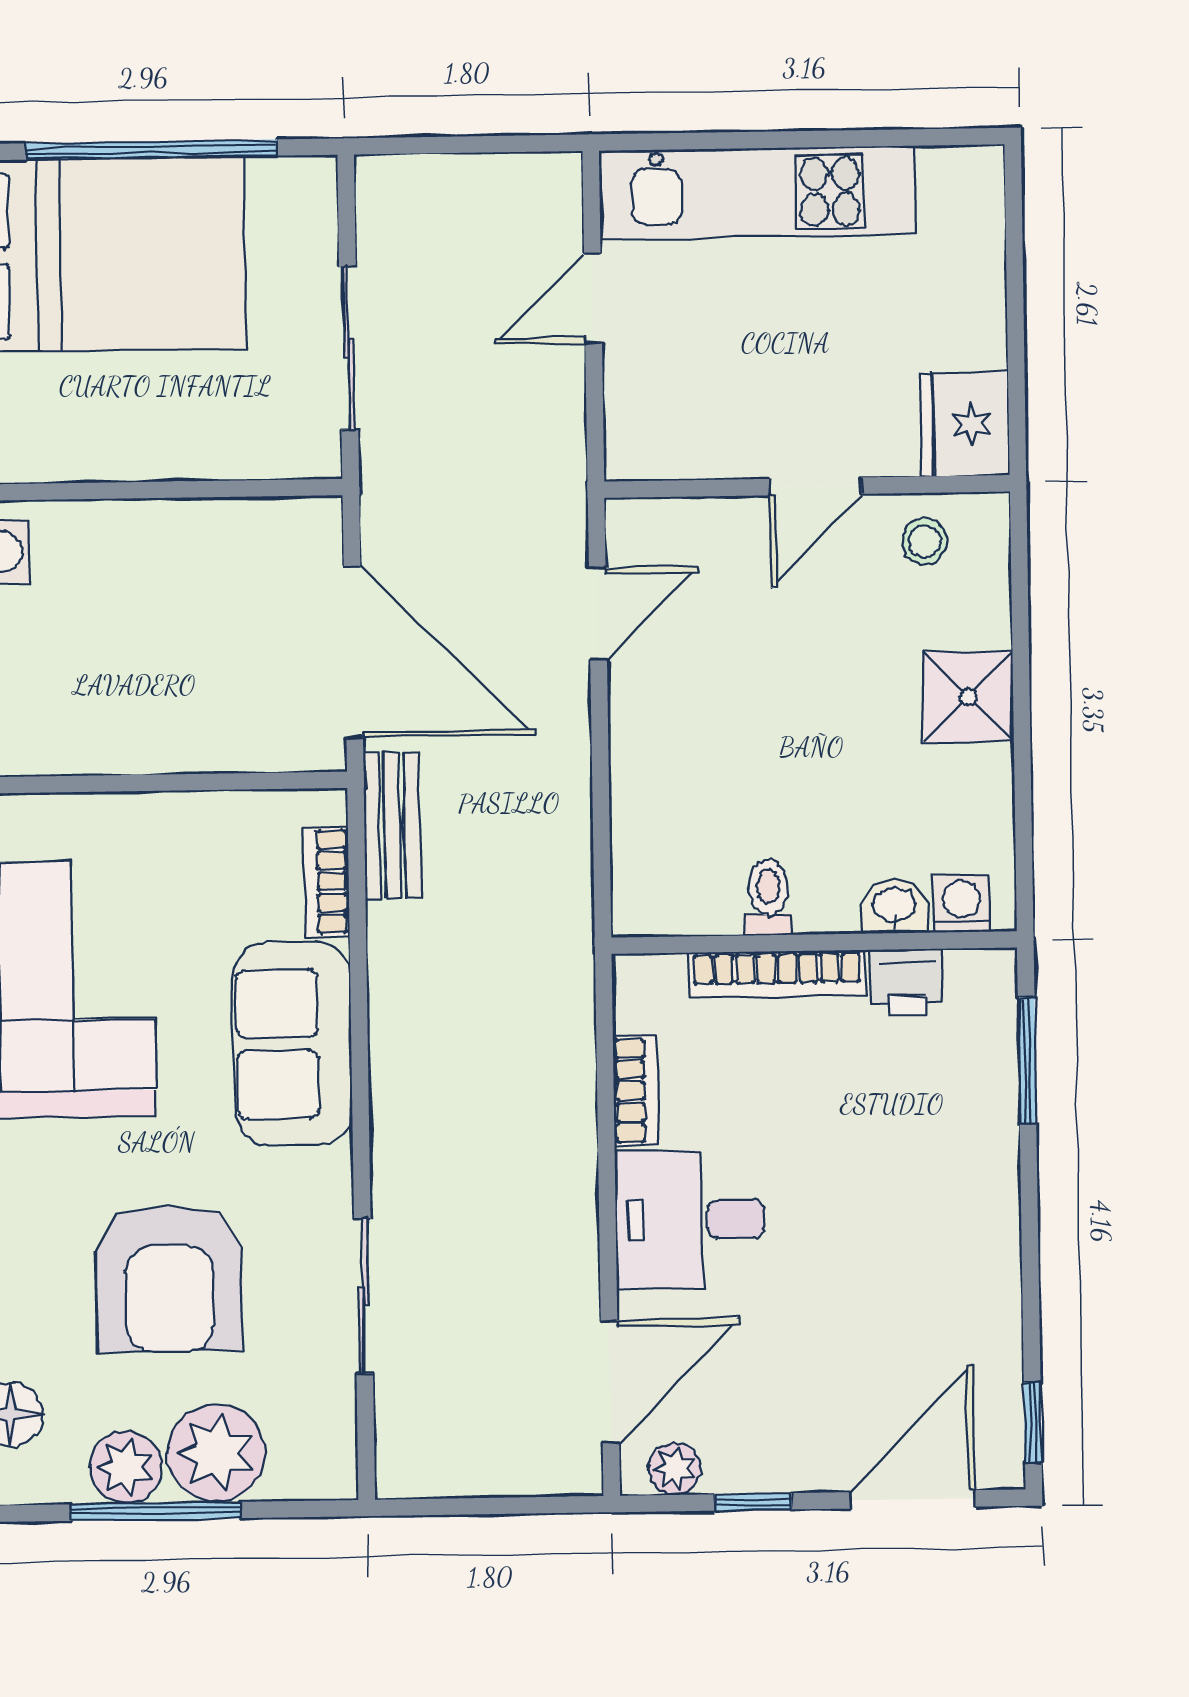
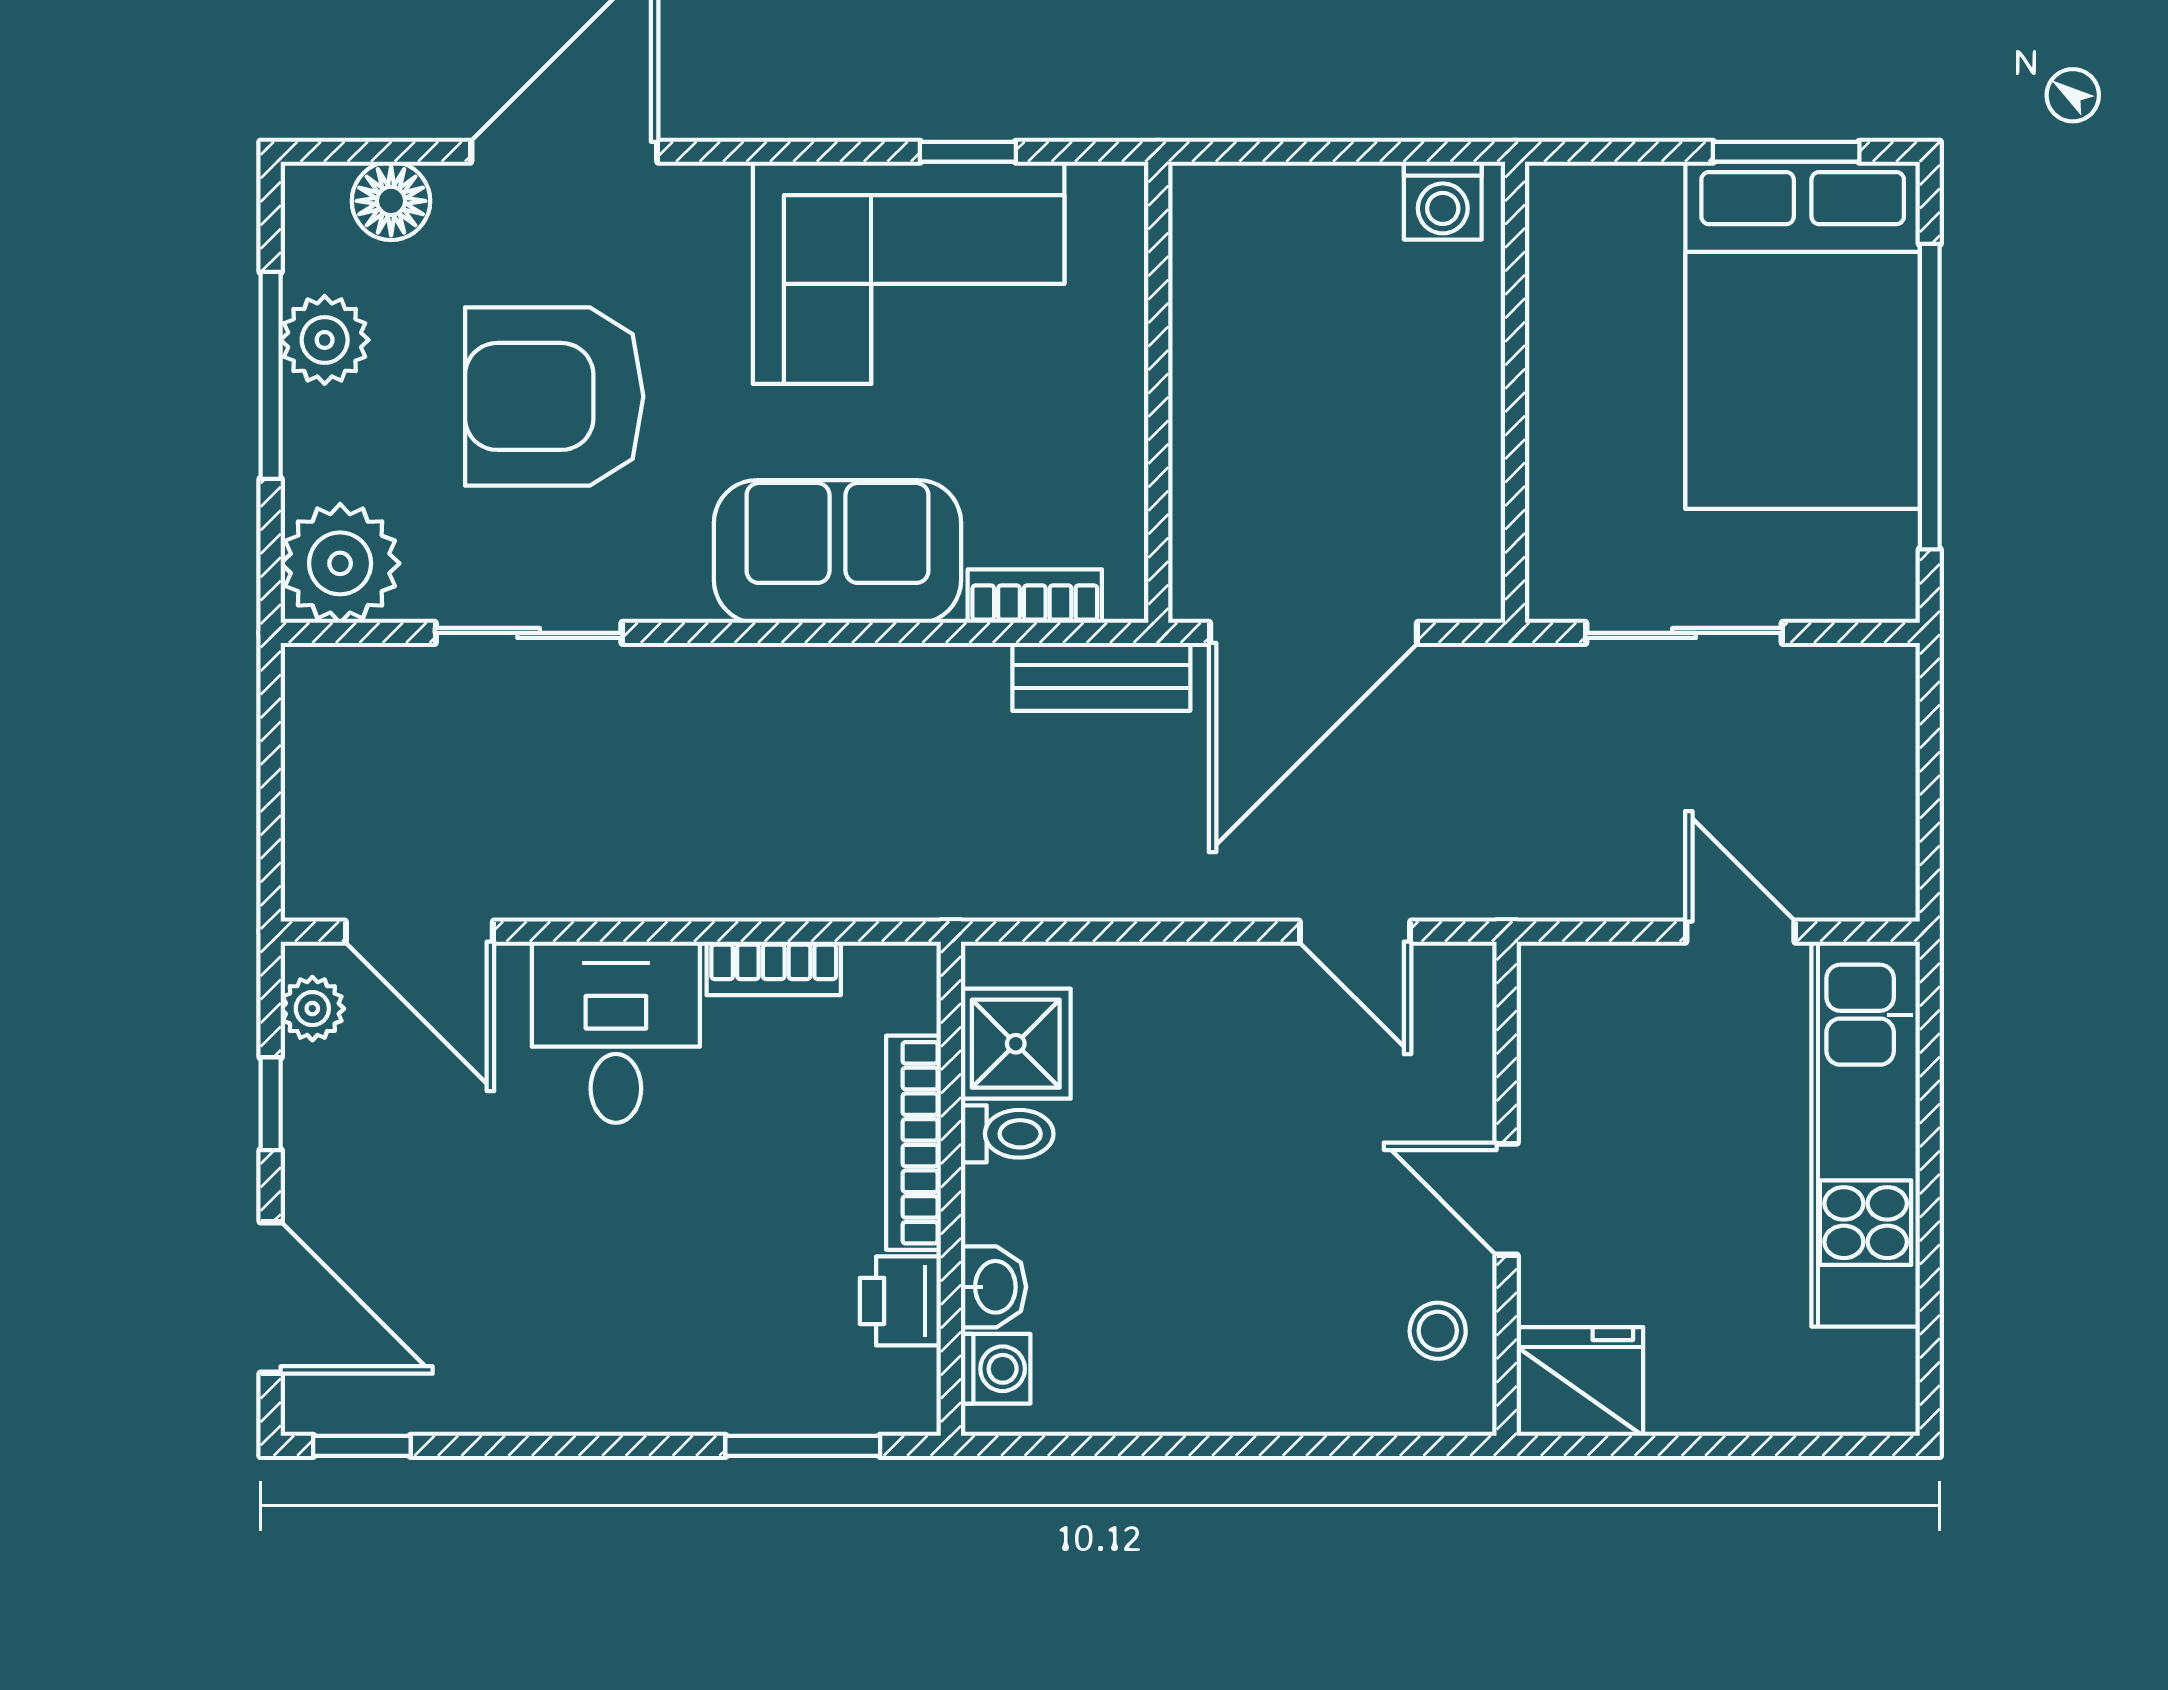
shower: (968, 697) -> (1016, 1044), moved
plant: (216, 1453) -> (340, 563), moved

